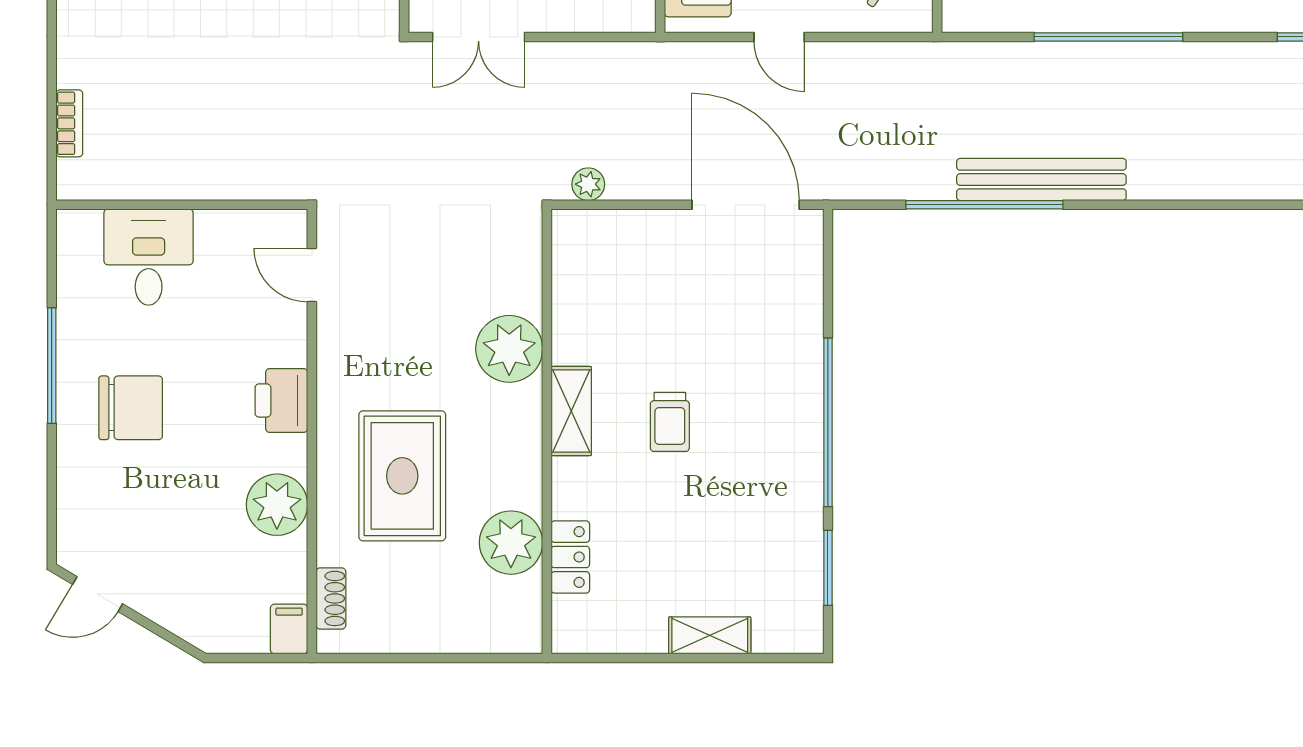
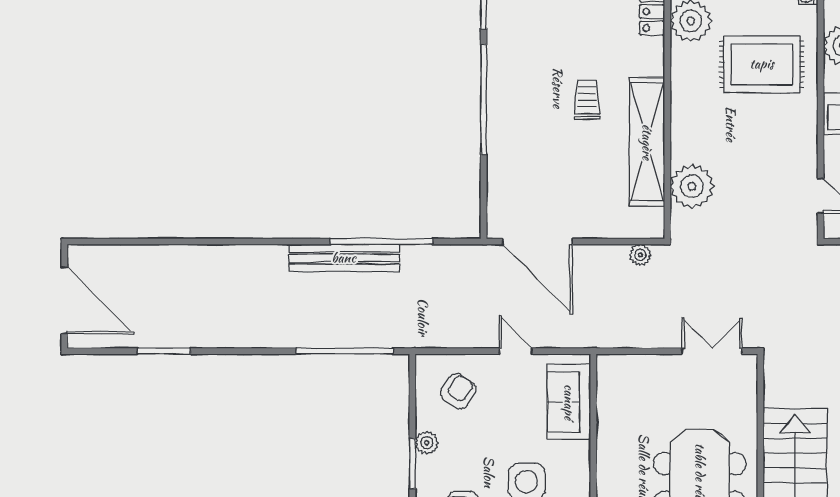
window: (1108, 37) -> (345, 351), moved
plant: (509, 349) -> (692, 186), moved
shelving: (571, 411) -> (647, 142), width x2.20, depth x1.33
rug: (402, 476) -> (762, 64), turned 90

